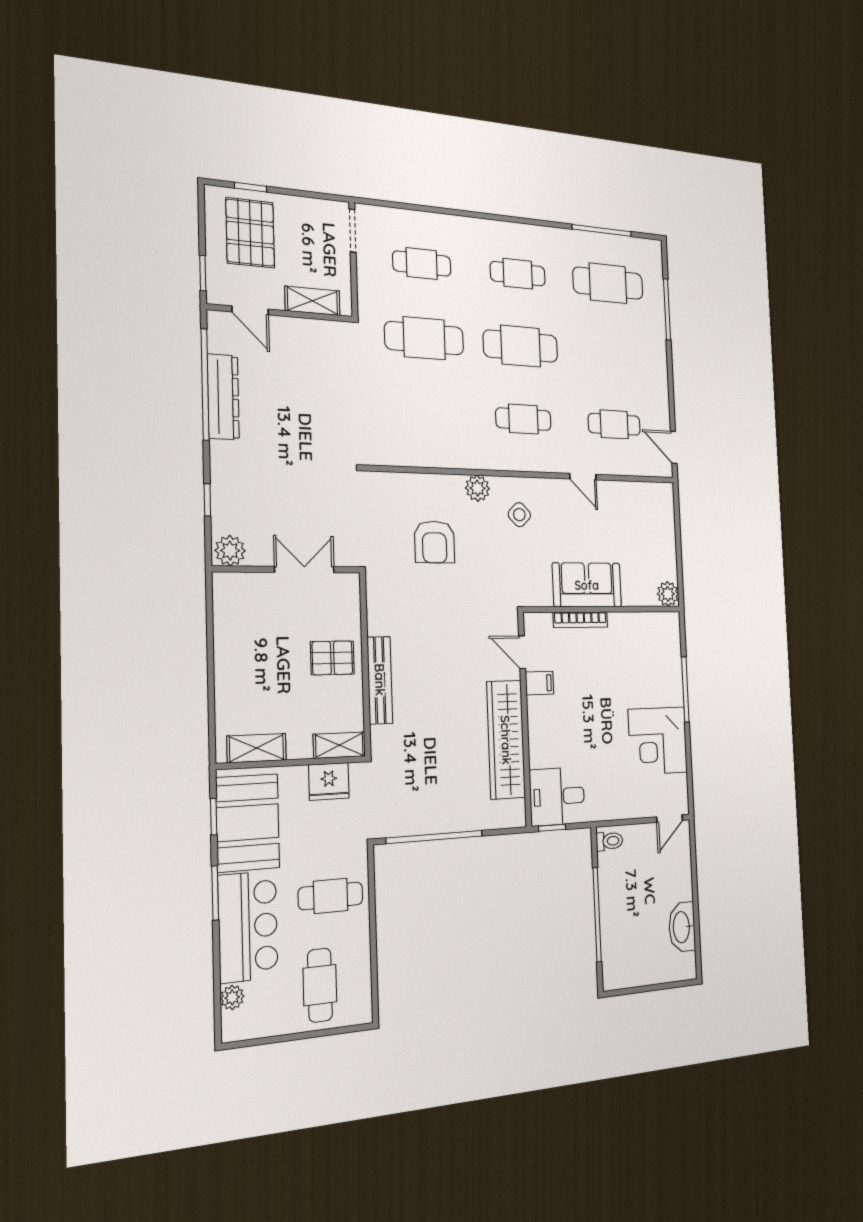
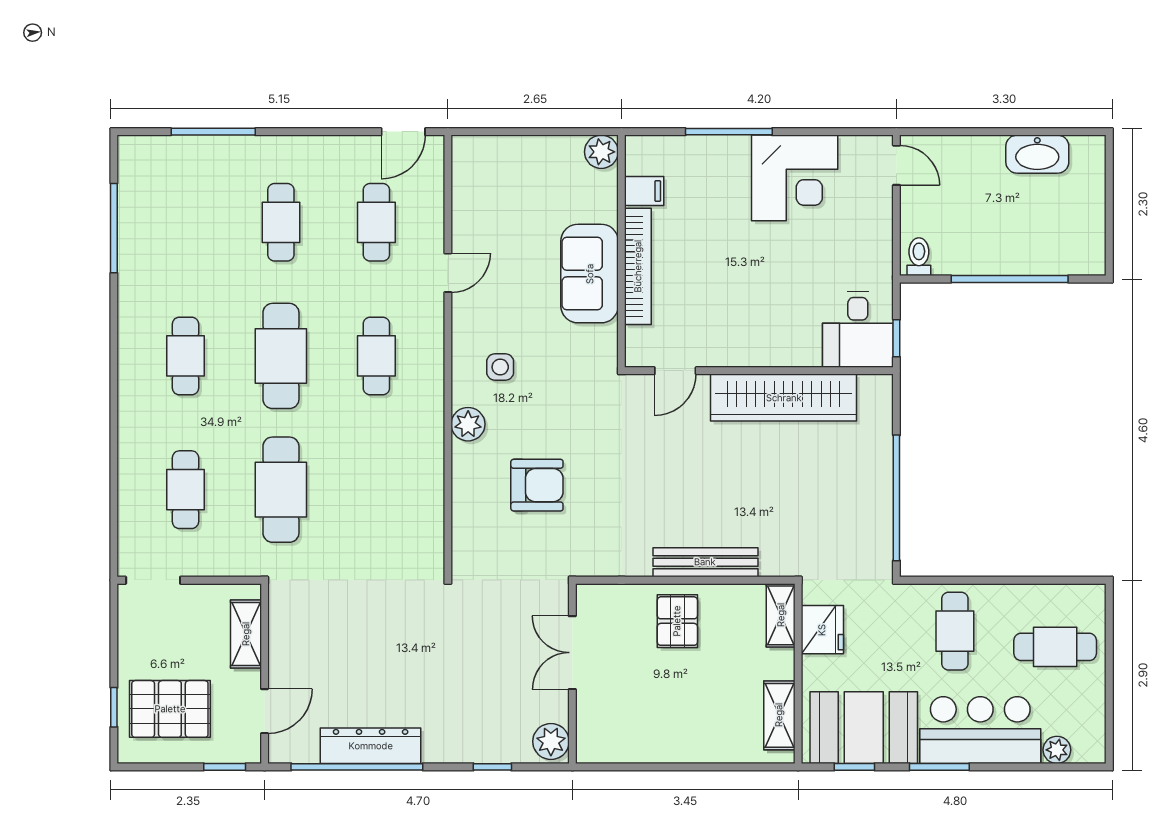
cafe table: (608, 283) -> (281, 222), moved, width x0.73, depth x0.74
side table: (519, 515) -> (500, 367), turned 45
bookcase: (580, 620) -> (638, 266), width x1.48, depth x1.31
filing cabinet: (539, 683) -> (644, 191), moved, turned 90

